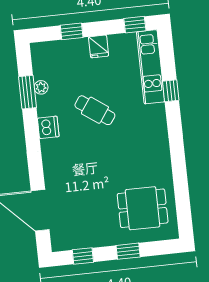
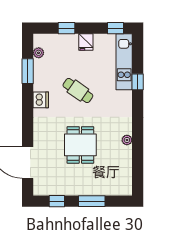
plant: (41, 87) -> (39, 53), moved
plant: (165, 167) -> (127, 140), added
dining table: (143, 208) -> (80, 145), moved, turned 90
window: (128, 251) -> (92, 201), width x1.50

